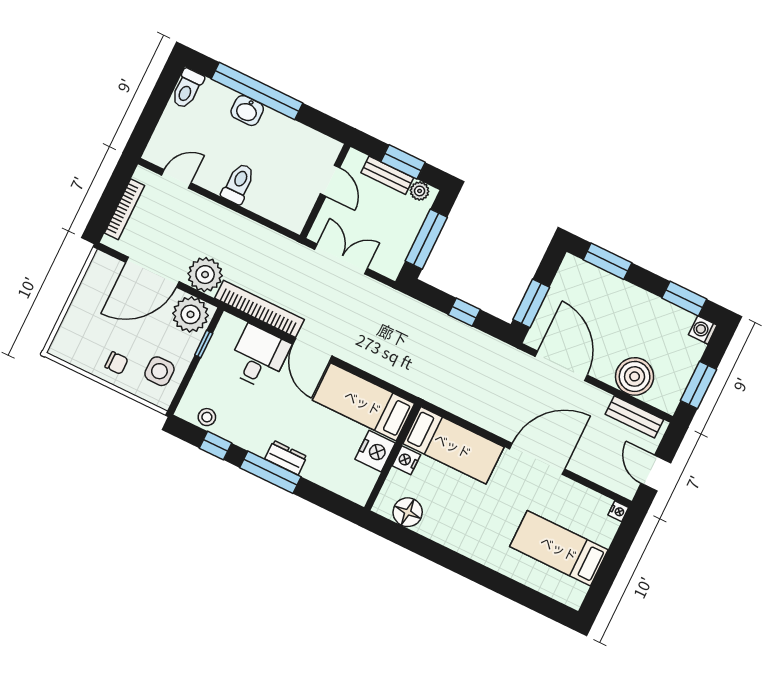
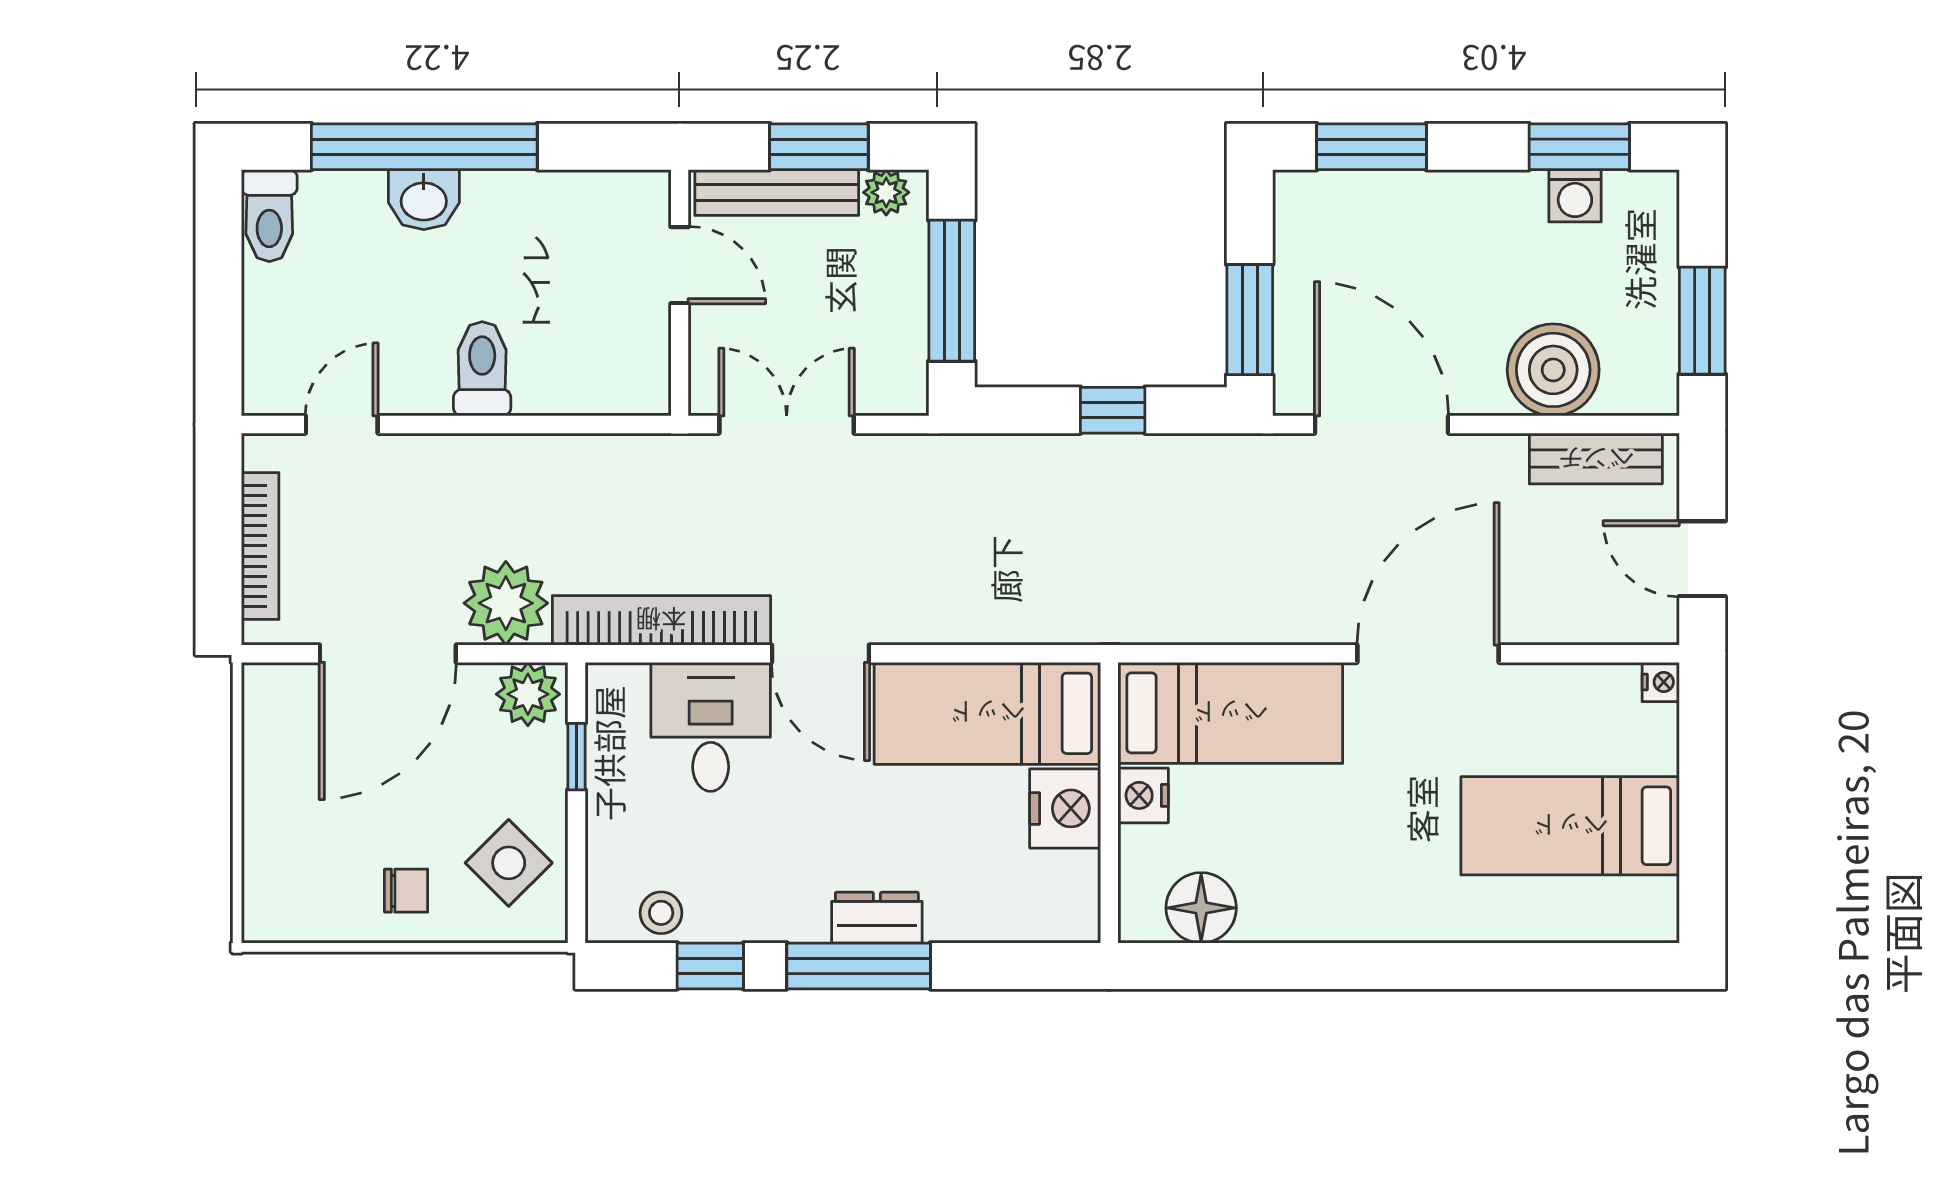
bench: (387, 175) -> (777, 193), width x1.36
plant: (191, 314) -> (528, 694), width x0.73, depth x0.73
washing machine: (703, 330) -> (1575, 196), moved, turned -90
side table: (159, 371) -> (509, 863), turned 45

